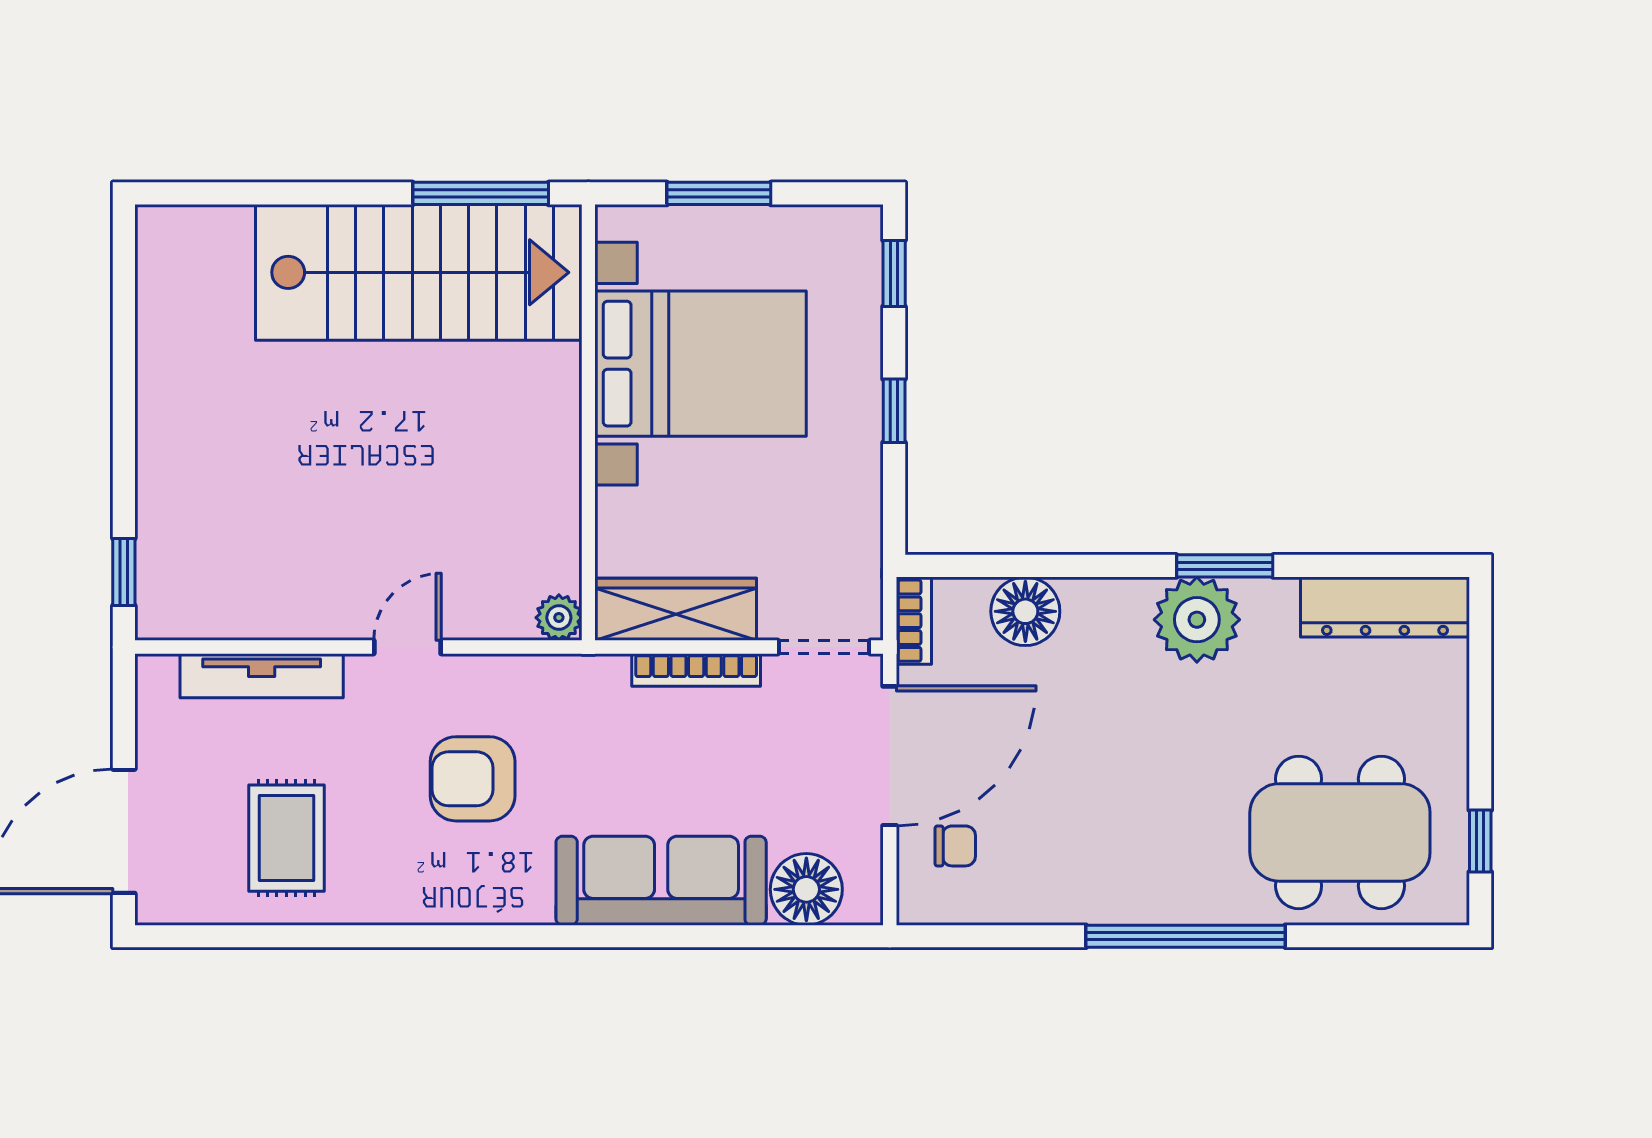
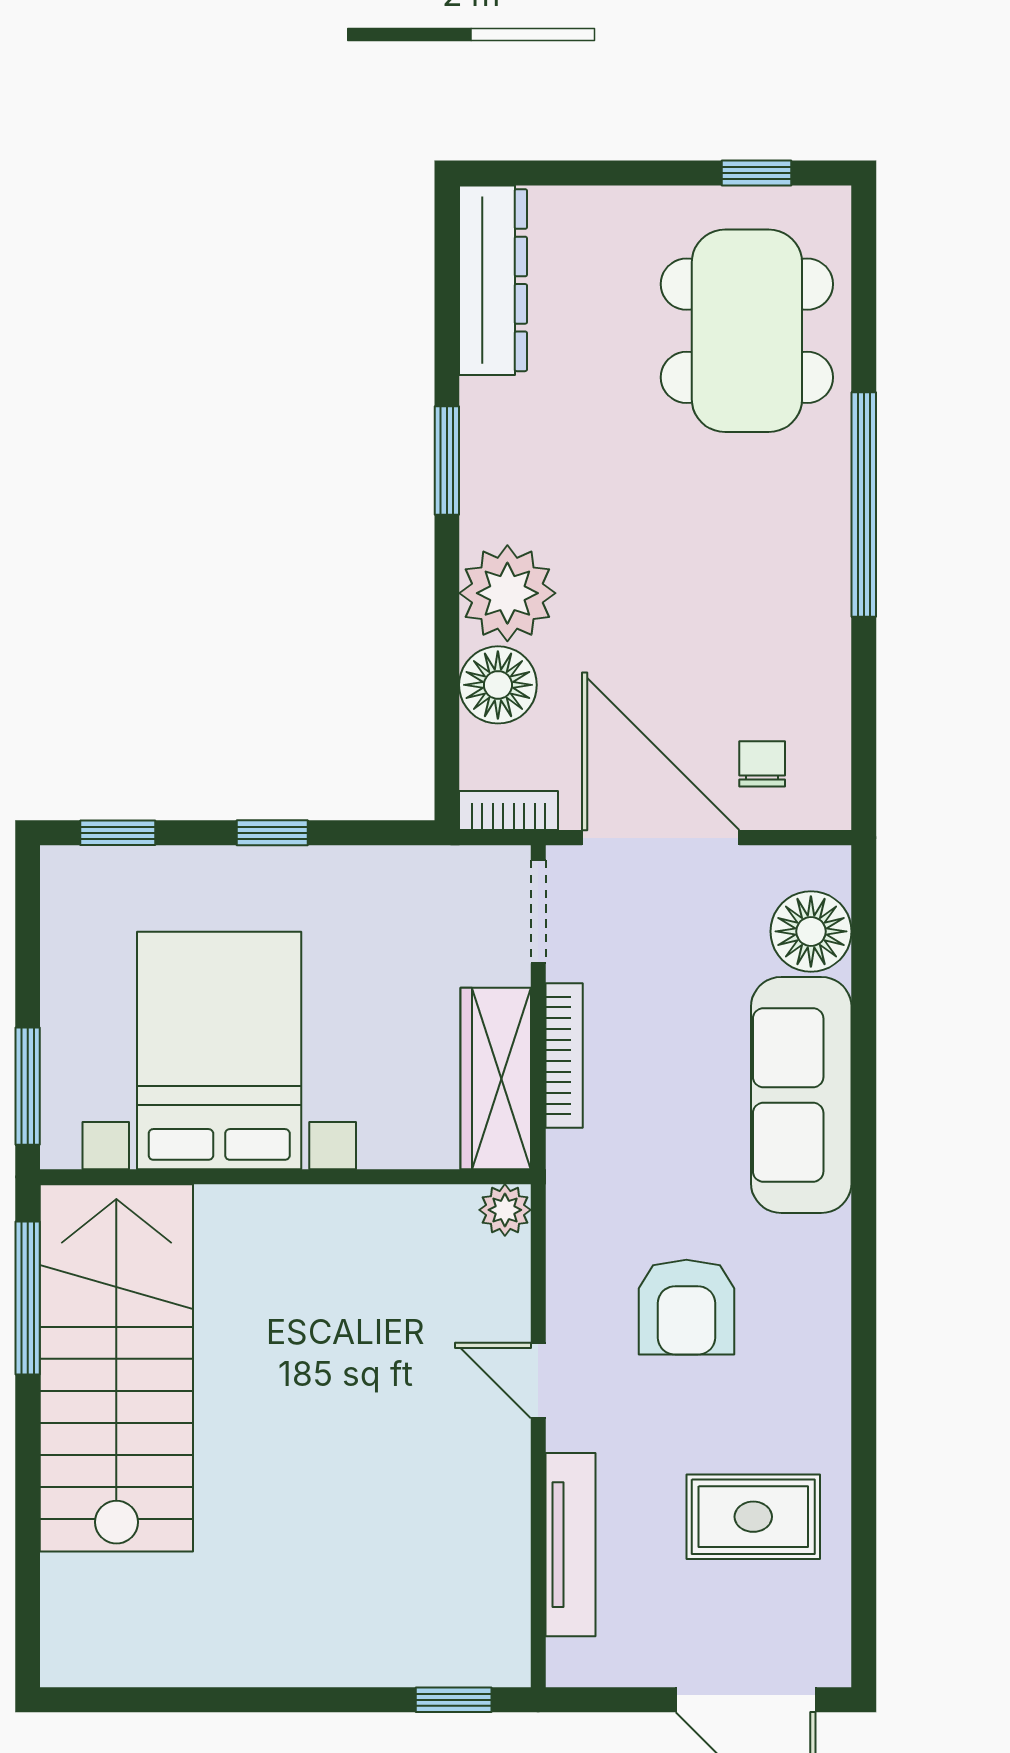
window: (719, 193) -> (28, 1086), moved
plant: (1197, 620) -> (507, 593), moved

